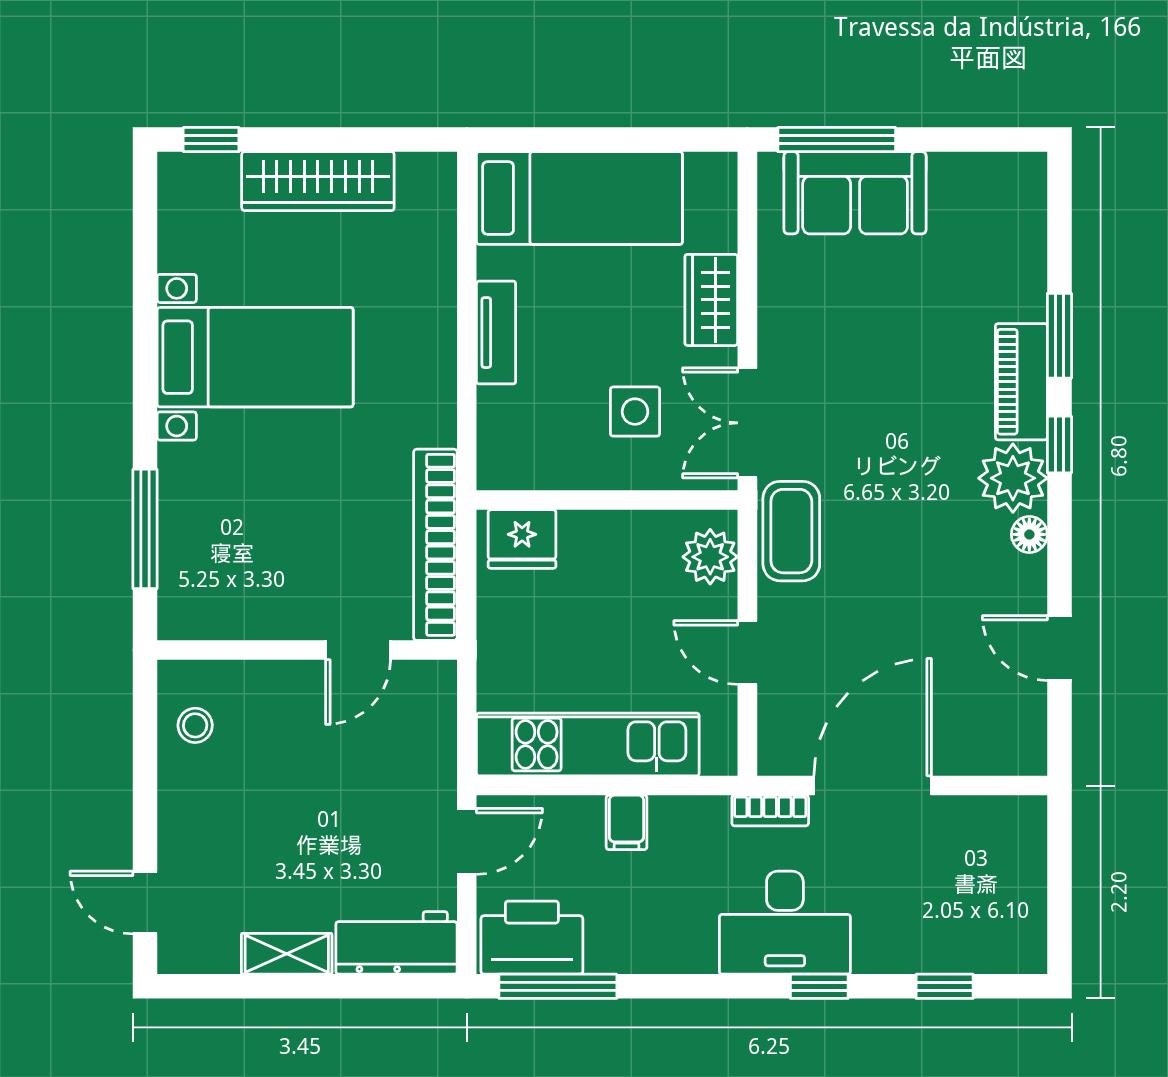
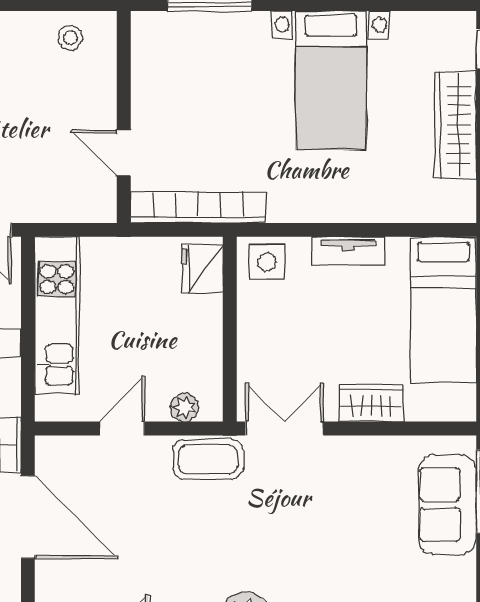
side table: (635, 412) -> (267, 262), moved
plant: (710, 557) -> (184, 407), width x0.73, depth x0.73

